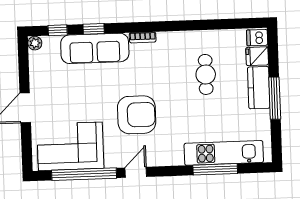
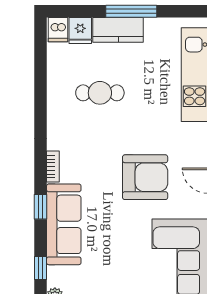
window: (94, 29) -> (40, 207), moved
armchair: (137, 115) -> (145, 177), turned 90

